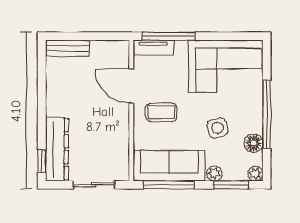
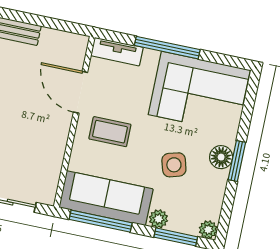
window: (169, 36) -> (167, 48), moved
window: (267, 114) -> (237, 161), width x0.47
floor lamp: (254, 143) -> (221, 157), moved

